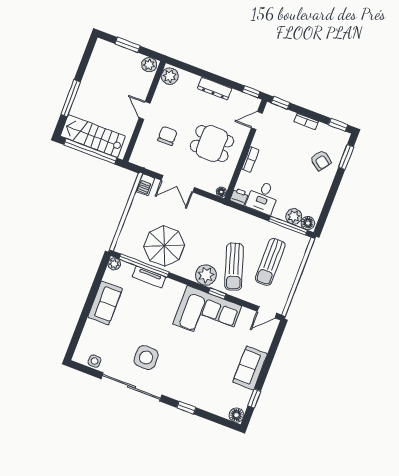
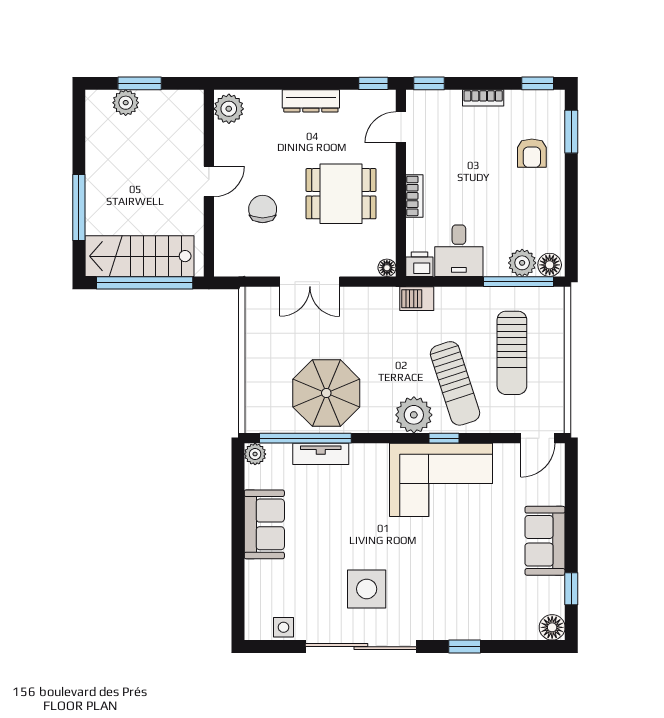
plant: (149, 65) -> (126, 103), moved
door: (145, 111) -> (209, 181), swing flipped
armchair: (321, 160) -> (532, 153), turned 55
barbecue: (145, 185) -> (417, 299), moved, turned 90

